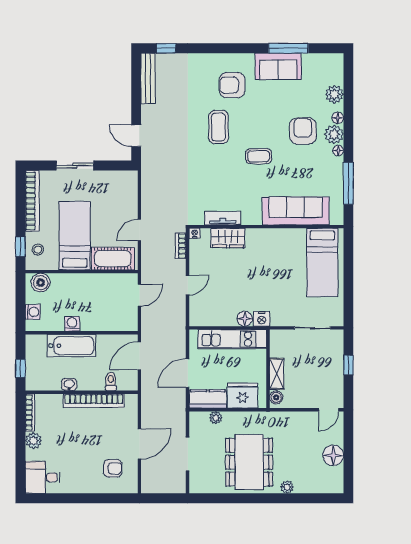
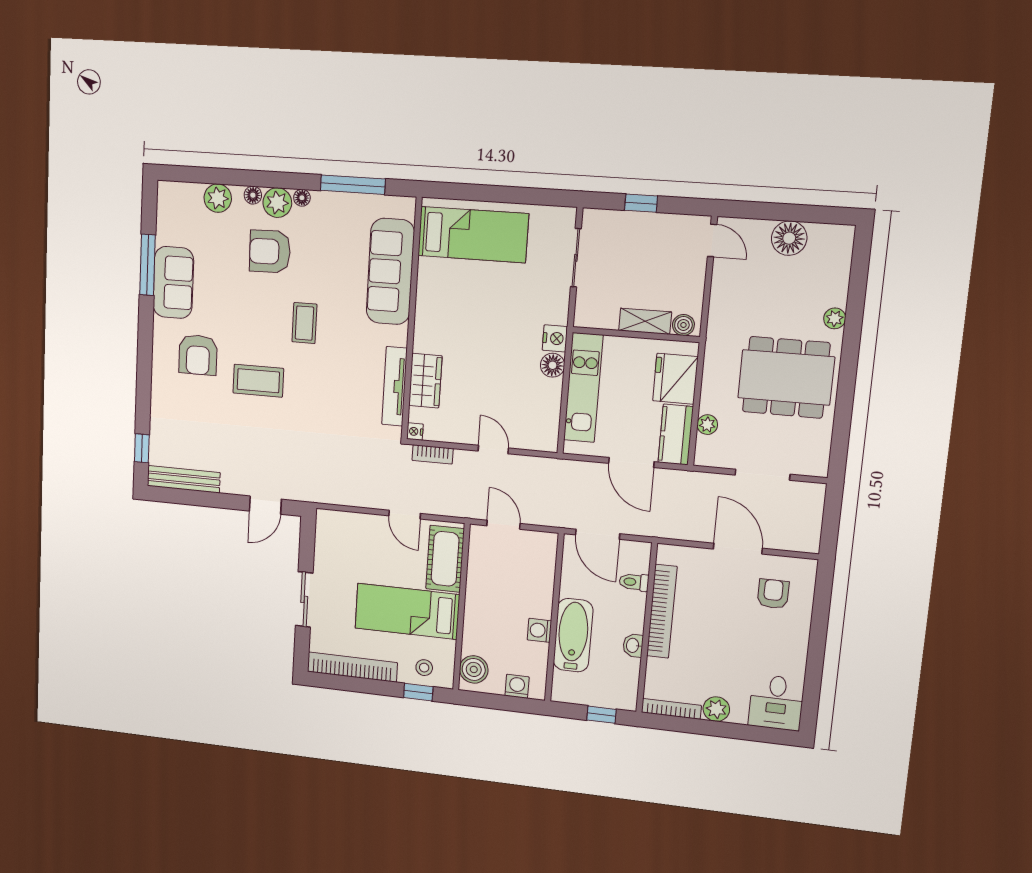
tv unit: (223, 218) -> (395, 386), width x1.41

